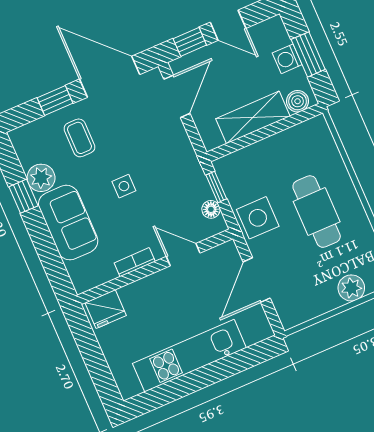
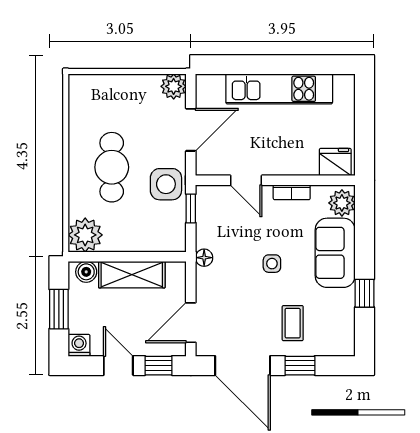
washing machine: (287, 59) -> (79, 345), moved, turned -90
plant: (314, 136) -> (85, 235), added
plant: (41, 178) -> (342, 203), moved
window: (216, 187) -> (191, 208), moved
floor lamp: (211, 209) -> (204, 258), moved
plant: (351, 288) -> (174, 86), moved

